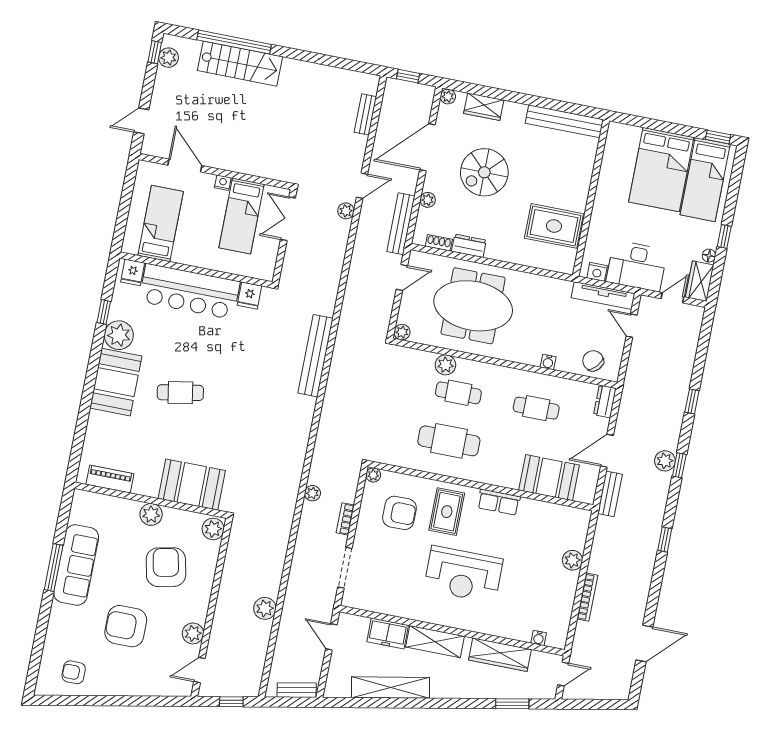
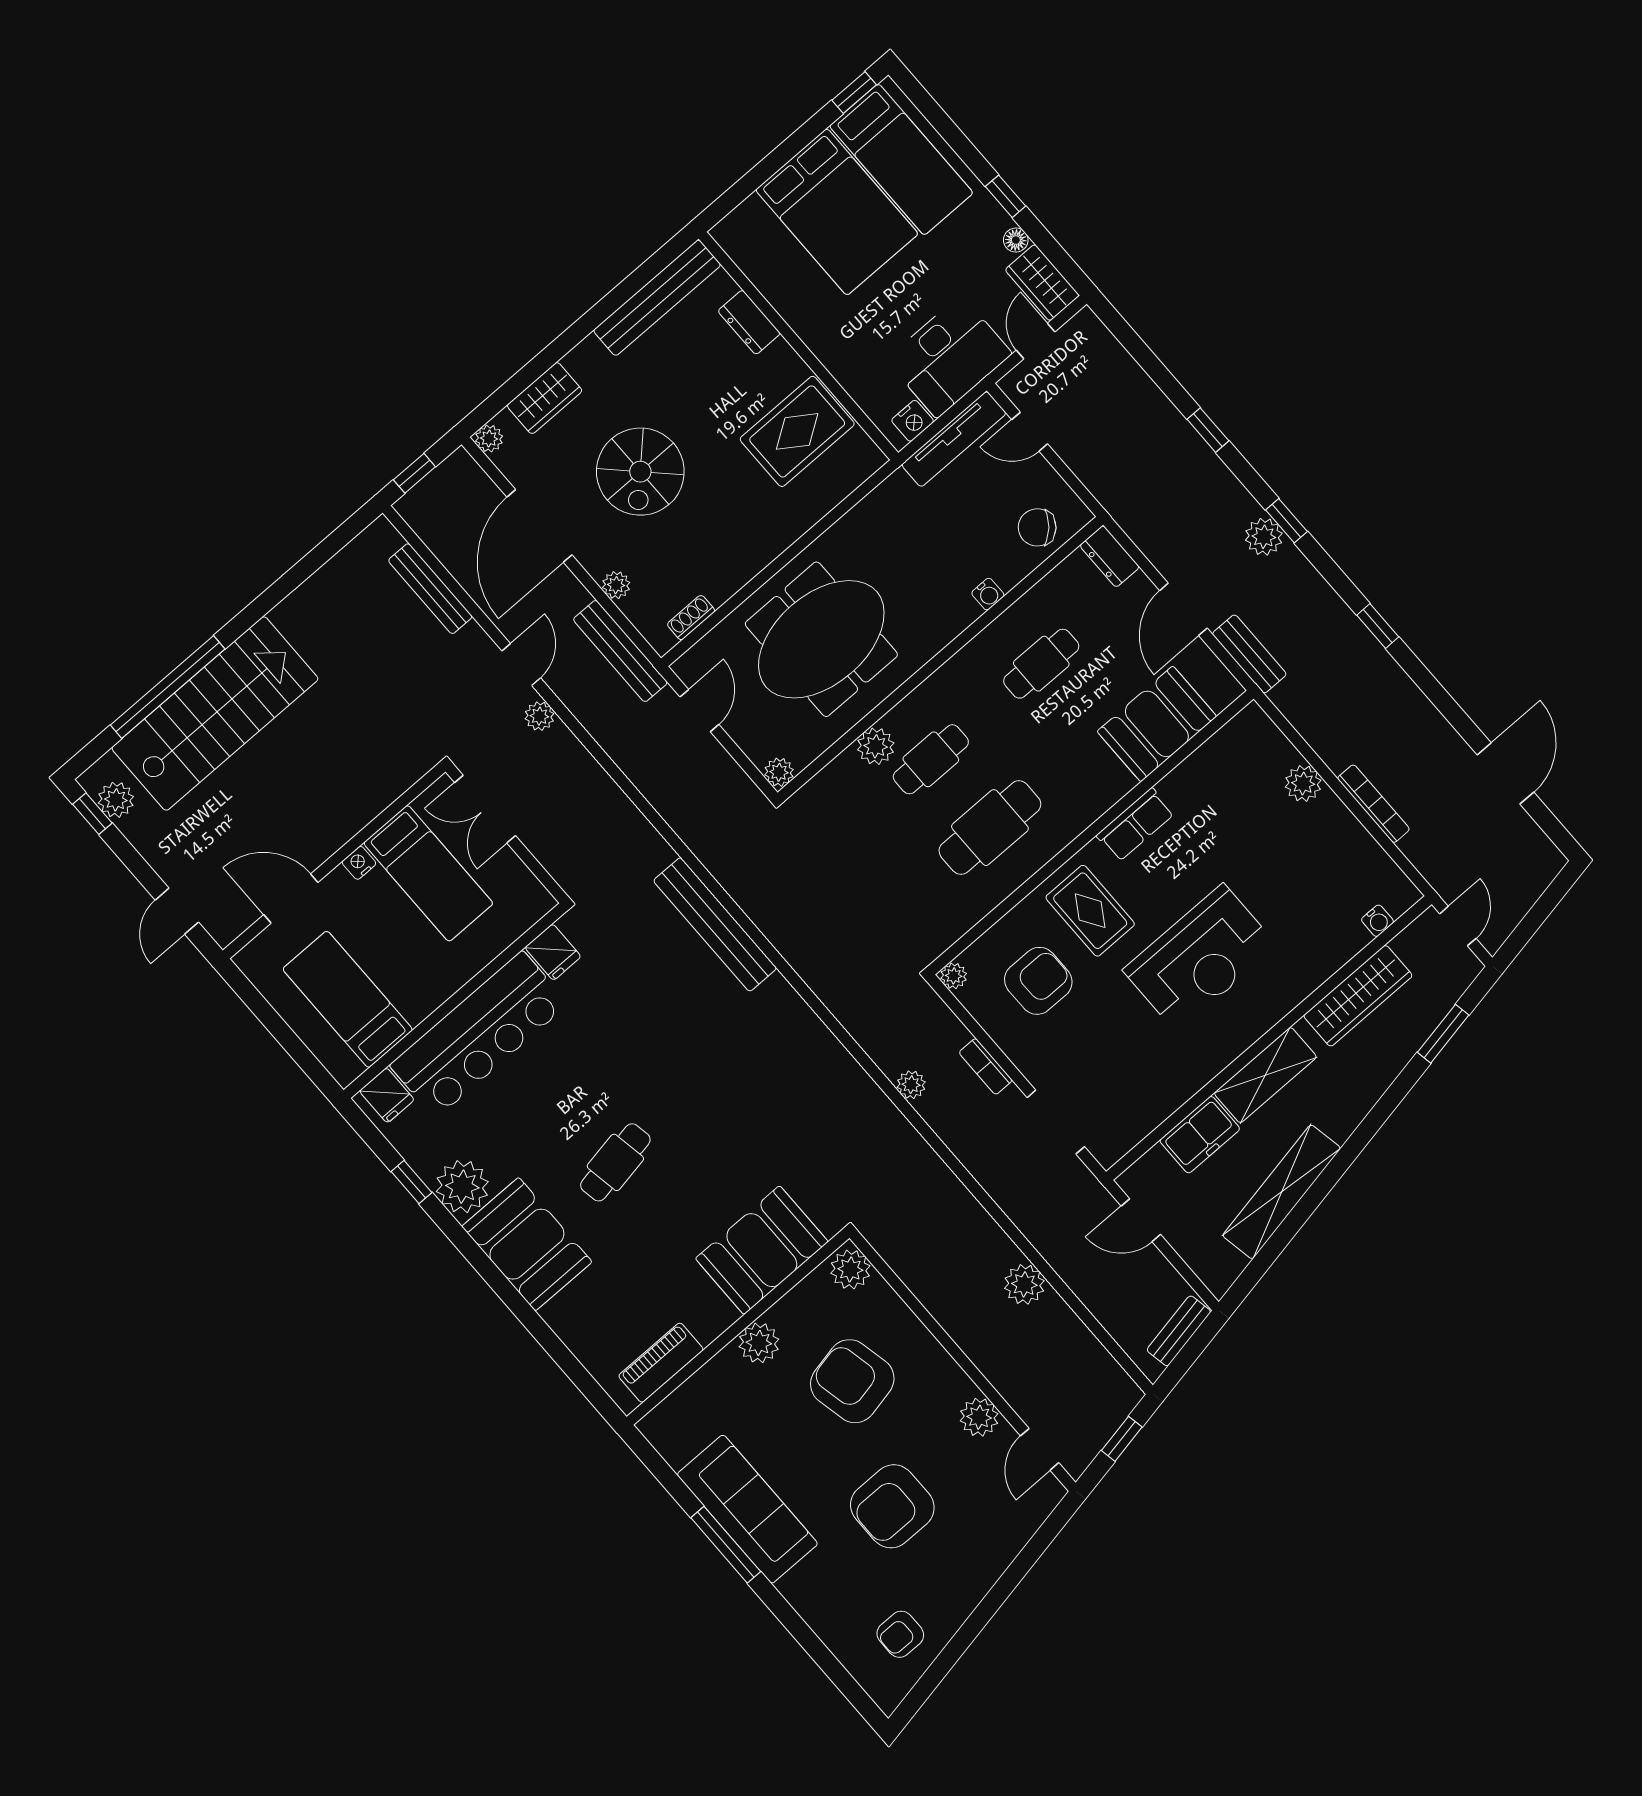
stairs: (240, 64) -> (215, 714), width x1.36, depth x1.51
bench: (365, 114) -> (430, 589), width x1.36
dresser: (469, 246) -> (749, 322), moved, turned -90

